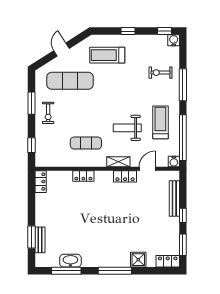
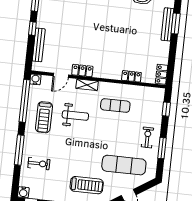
locker: (83, 176) -> (131, 76), moved
bench: (40, 240) -> (167, 24), width x1.36

